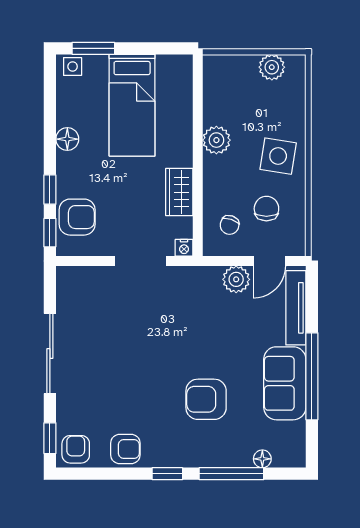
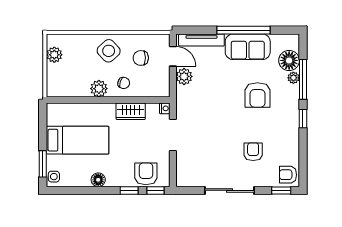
side table: (278, 156) -> (109, 51), turned 38
chair: (230, 225) -> (124, 83), moved
armchair: (125, 449) -> (253, 152), moved
plant: (234, 458) -> (293, 78), added
floor lamp: (262, 459) -> (289, 60), width x1.89, depth x1.89

